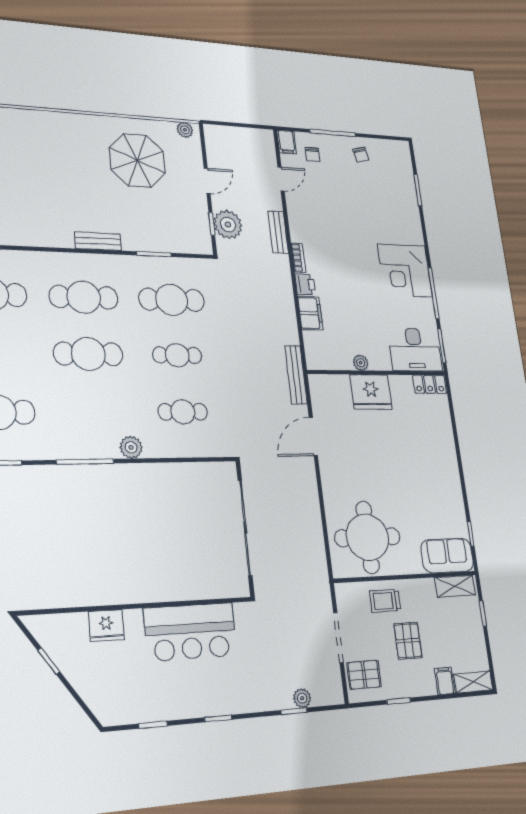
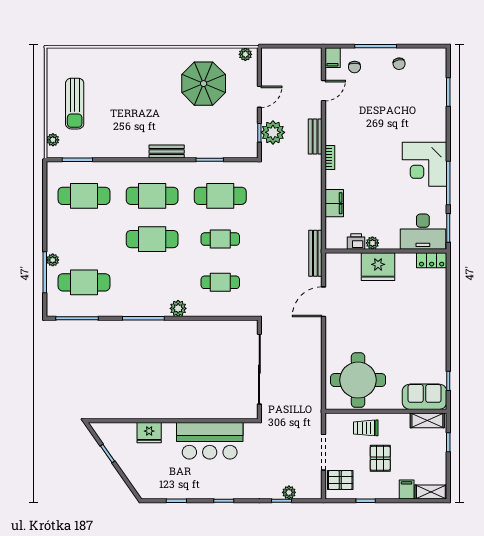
printer: (305, 284) -> (356, 242), moved, turned -90

